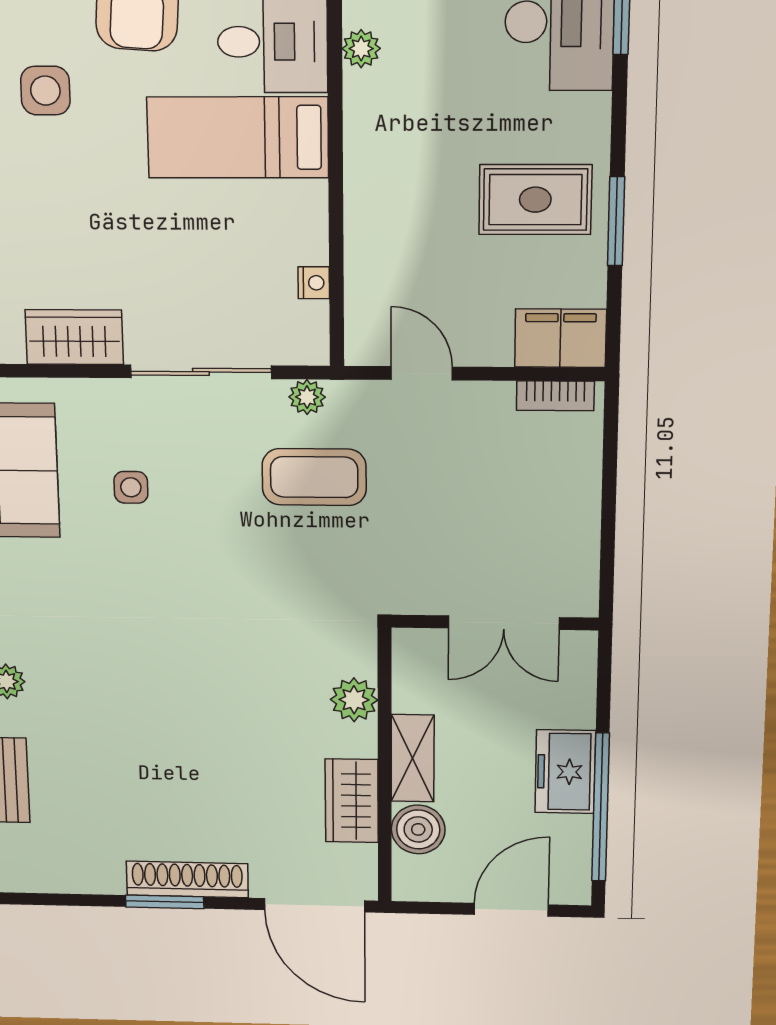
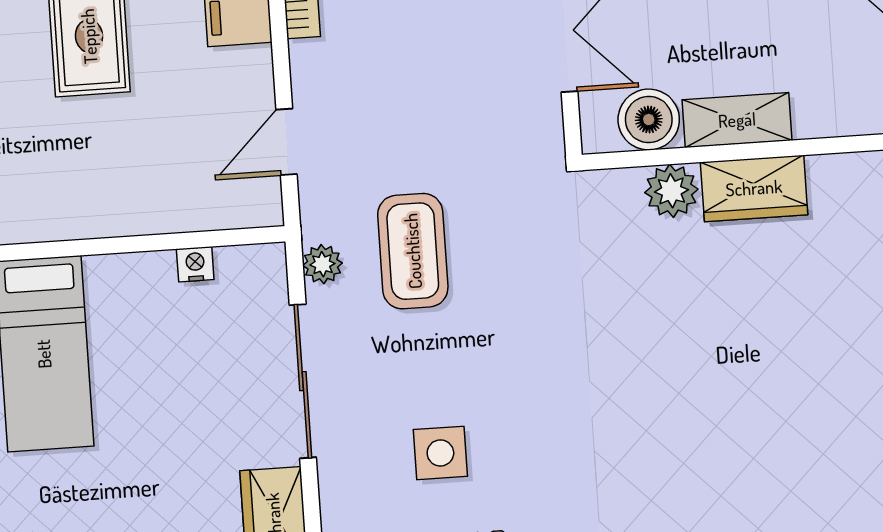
side table: (131, 487) -> (440, 453), width x1.37, depth x1.37
wardrobe: (352, 801) -> (754, 188), moved
boiler: (418, 829) -> (649, 120), moved

